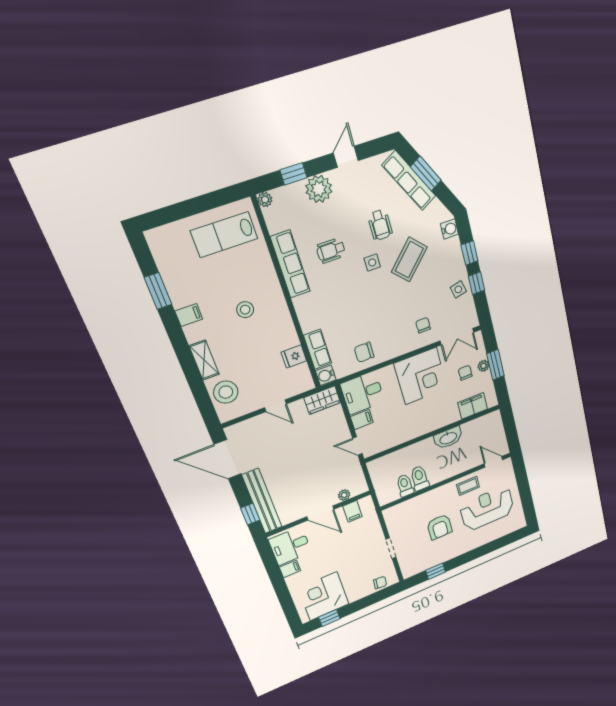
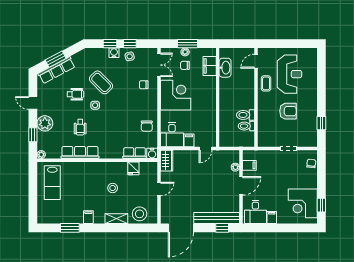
water cooler: (449, 229) -> (114, 53), moved
stool: (245, 310) -> (113, 188), moved
washbasin: (448, 438) -> (225, 68), moved
reception desk: (487, 508) -> (289, 74), turned 180

